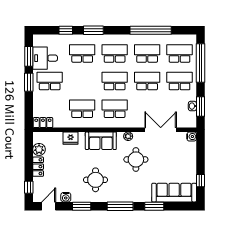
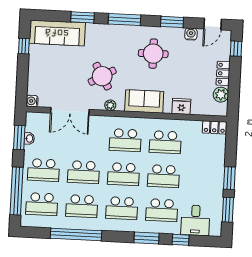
desk: (45, 58) -> (195, 220), moved, turned 90
school desk: (50, 81) -> (164, 176), moved
round table: (136, 159) -> (102, 76), turned -30

